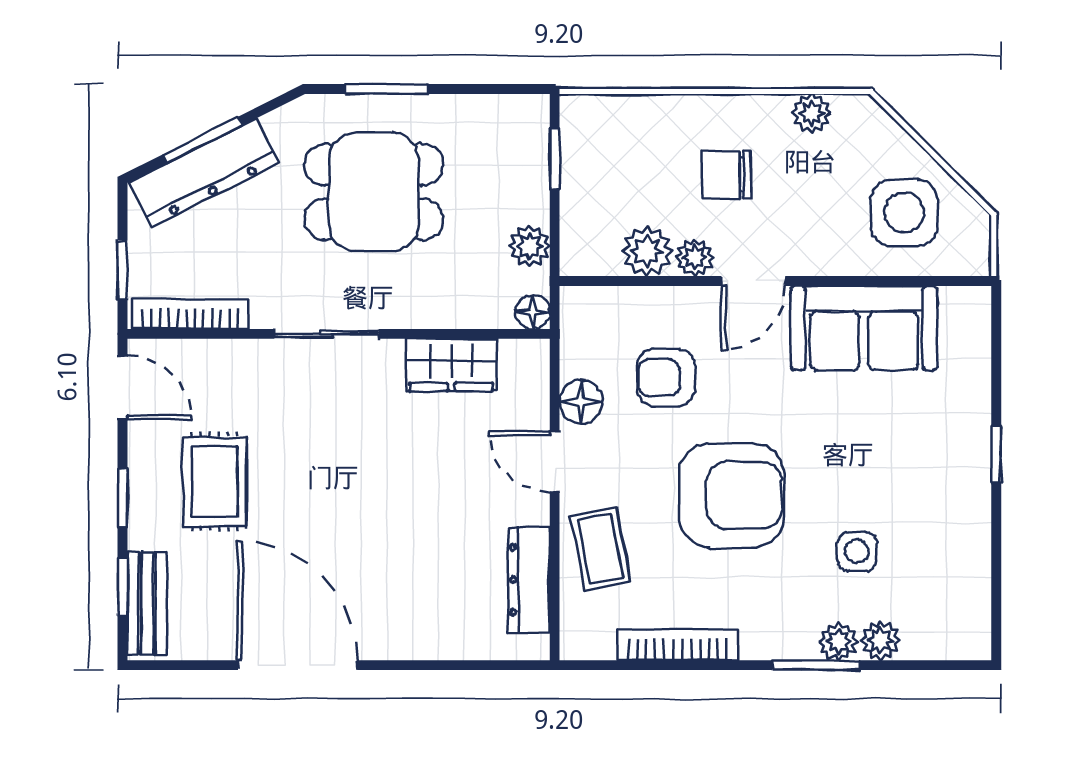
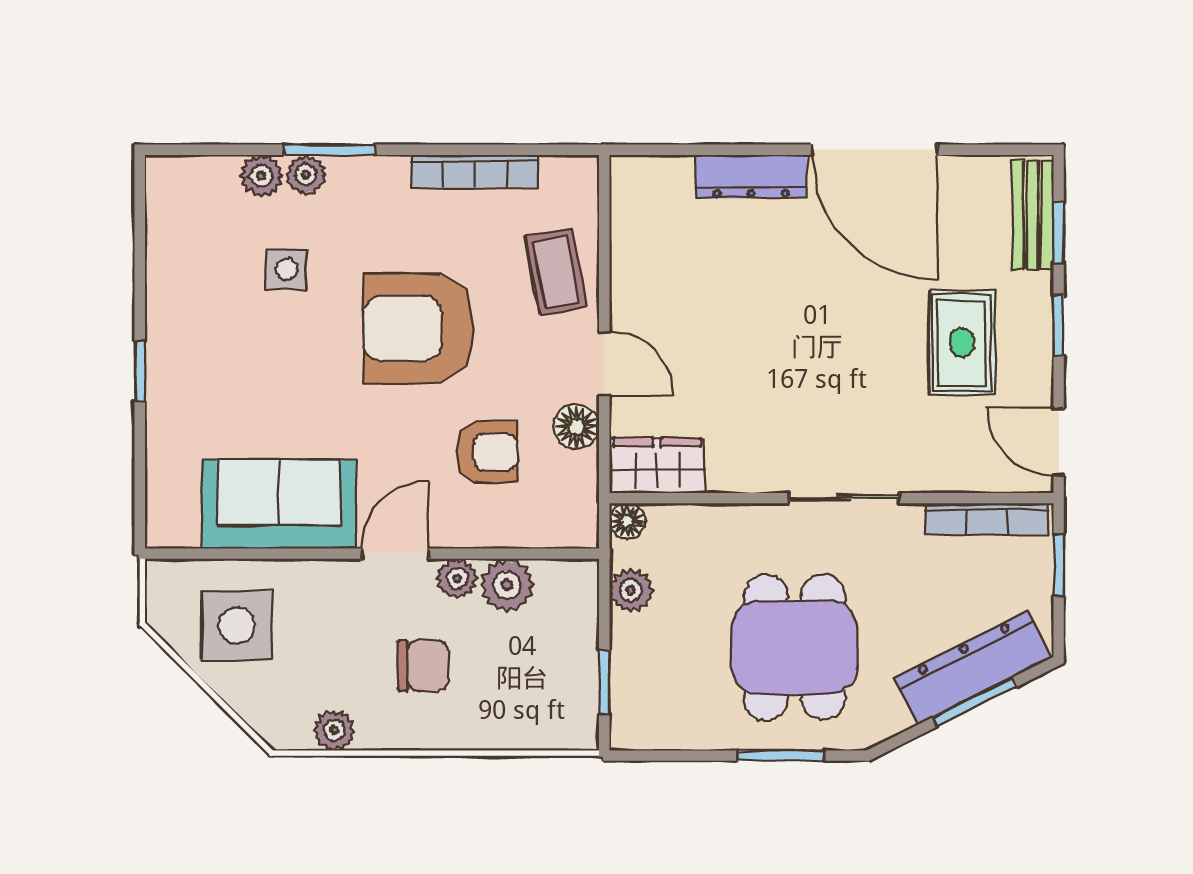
dining table: (374, 192) -> (794, 647), turned 90
wardrobe: (451, 365) -> (657, 465), moved
dresser: (529, 580) -> (751, 177), moved, turned 90

